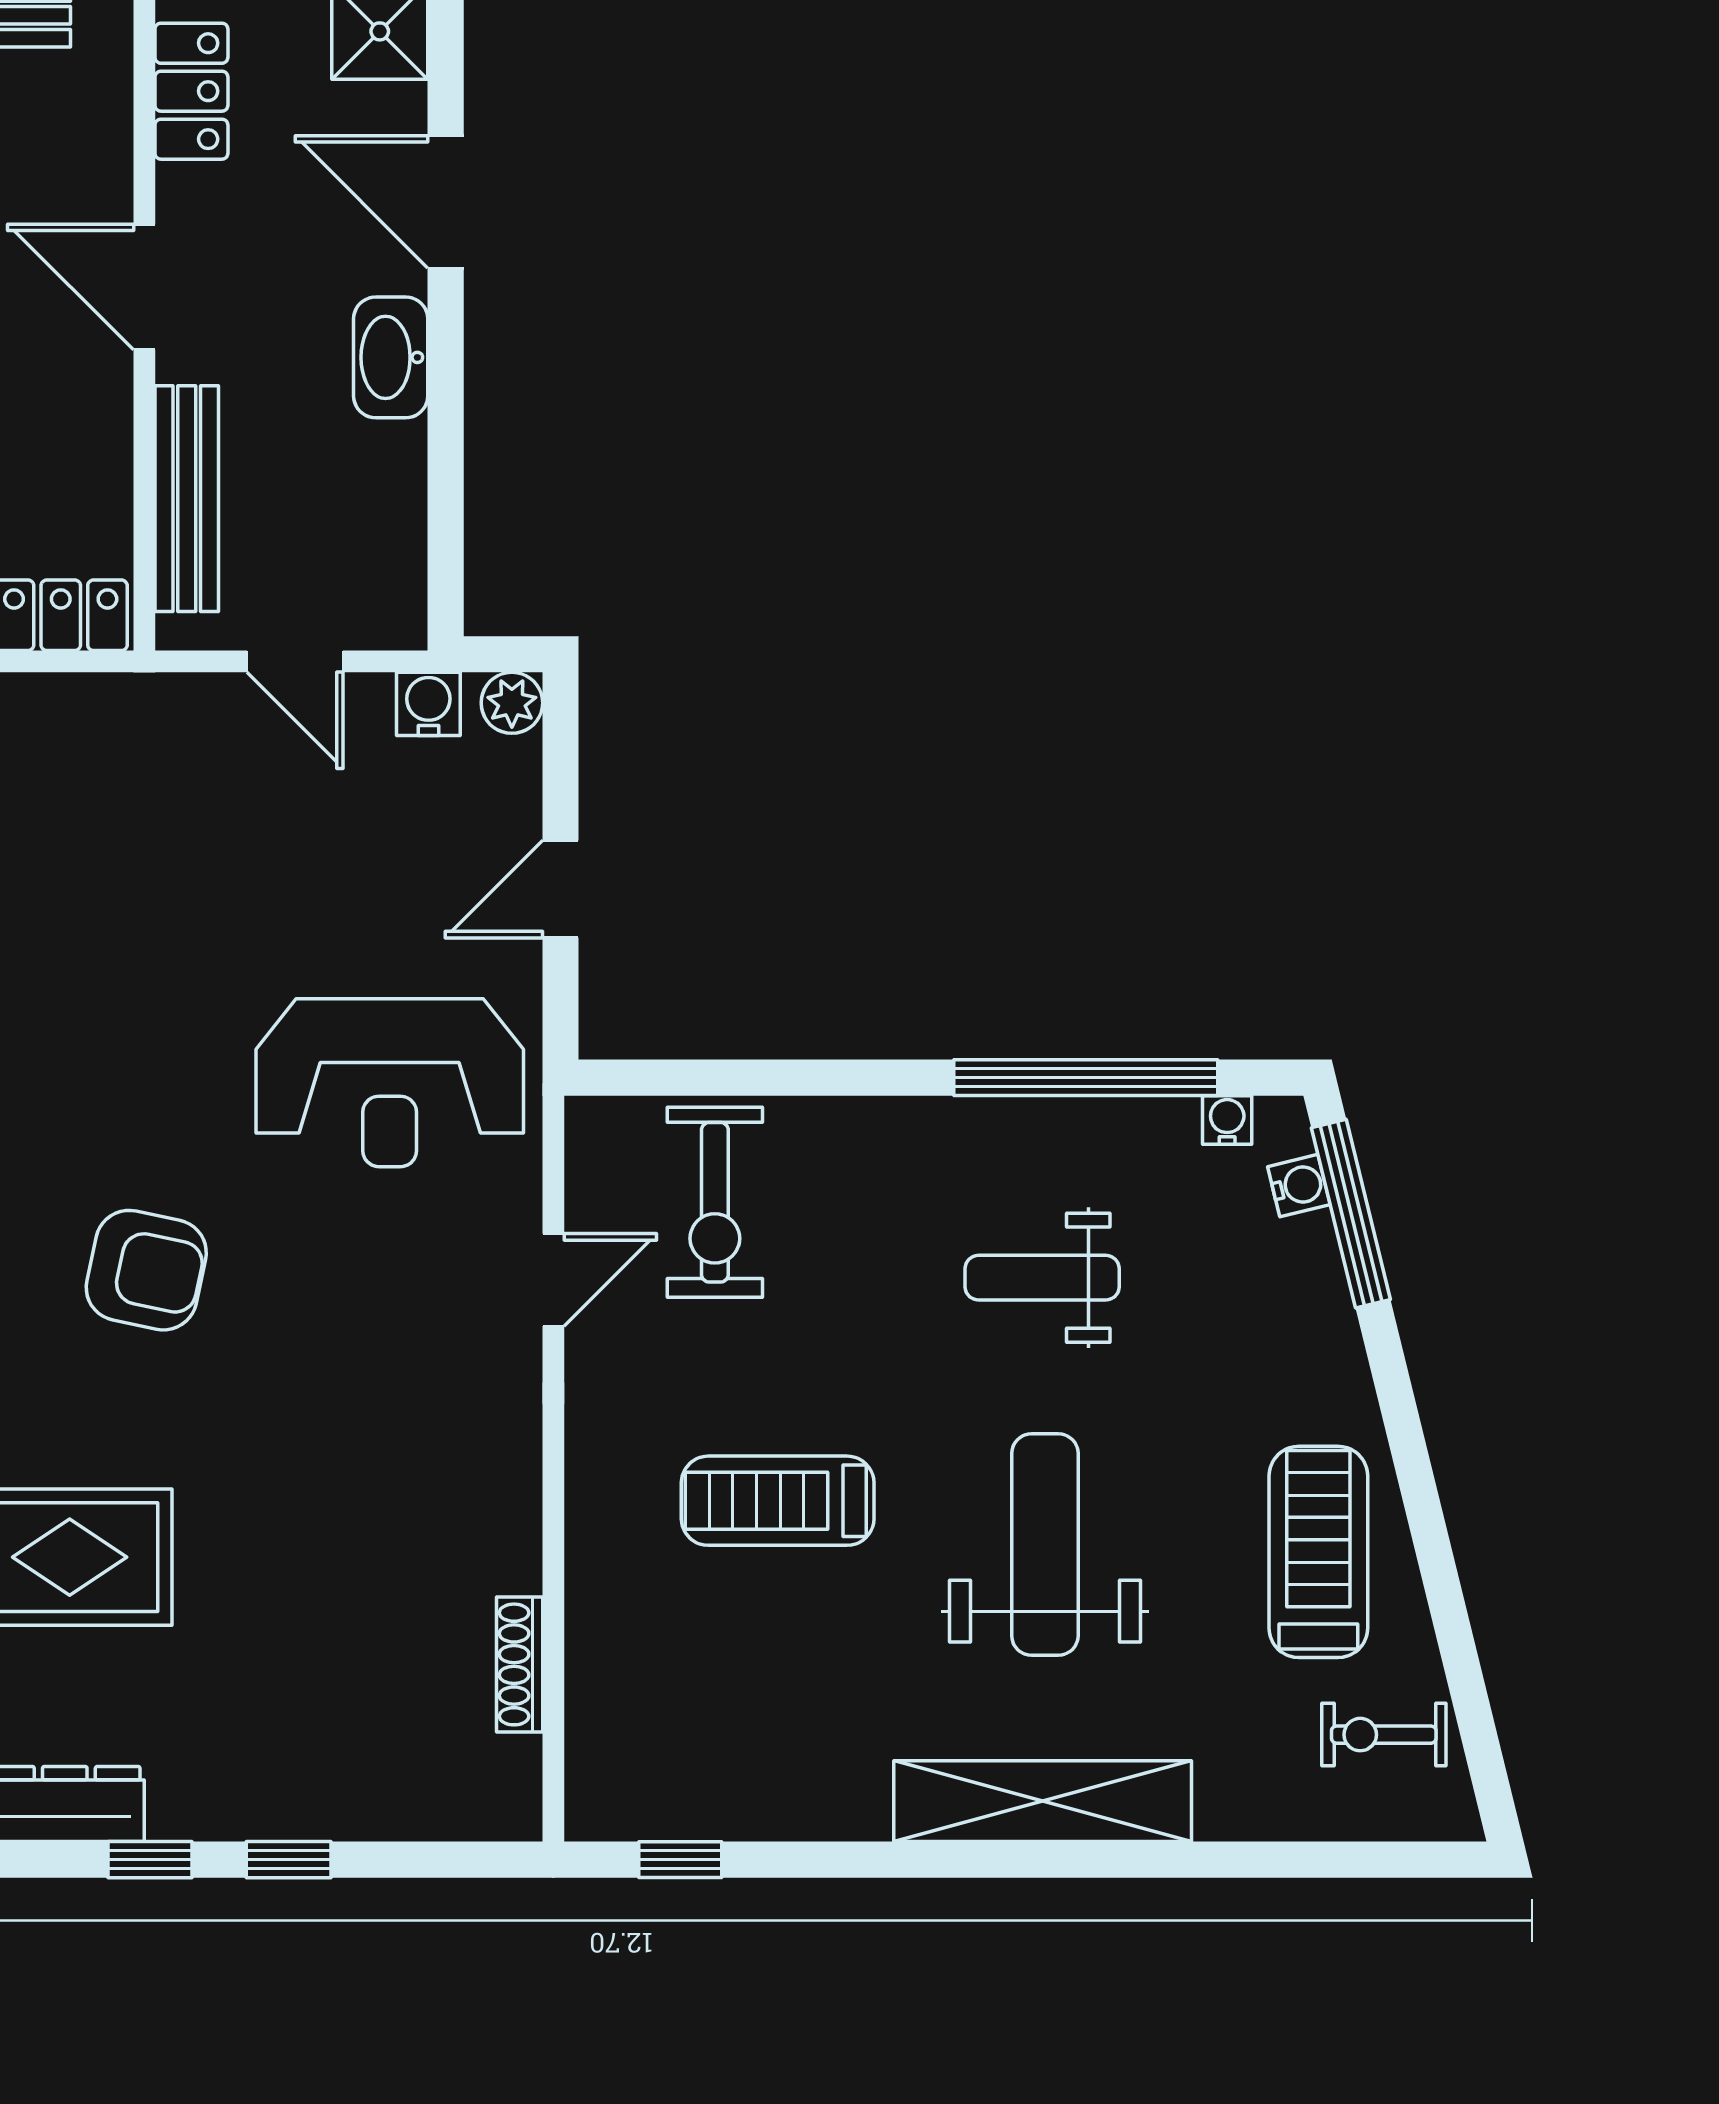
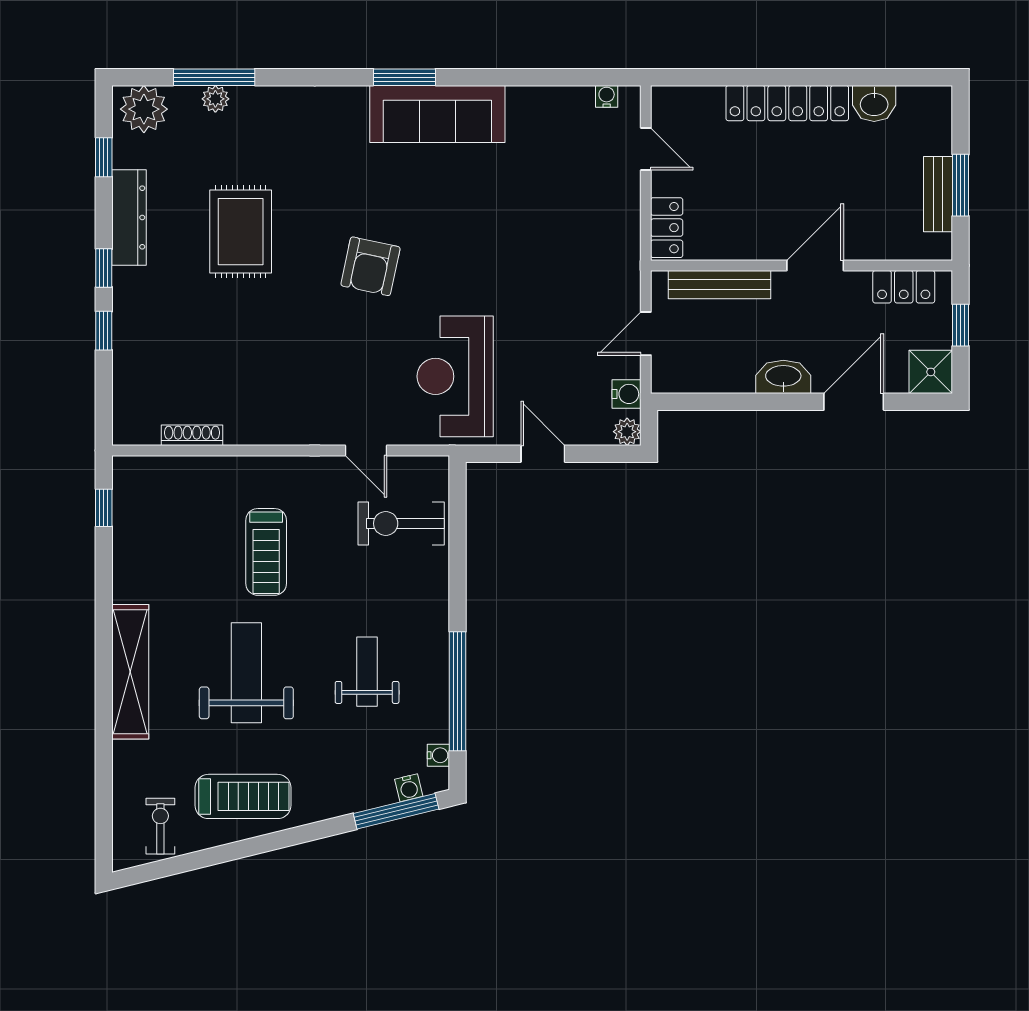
treadmill: (778, 1501) -> (266, 552), turned 180
weight bench: (1045, 1545) -> (246, 673), turned -90

